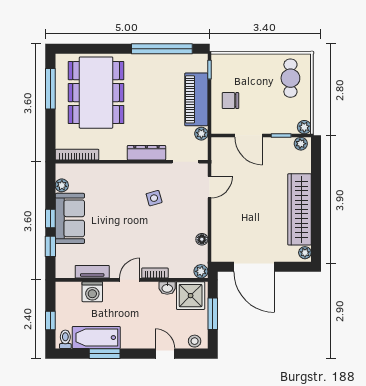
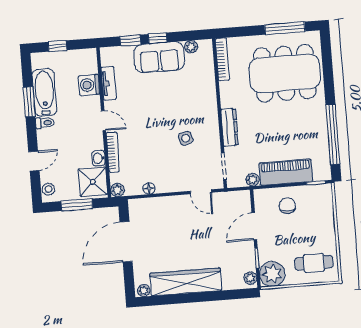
plant: (304, 127) -> (272, 274), width x1.88, depth x1.88
bookcase: (155, 273) -> (113, 152), width x1.56
toilet: (65, 339) -> (45, 123), moved

